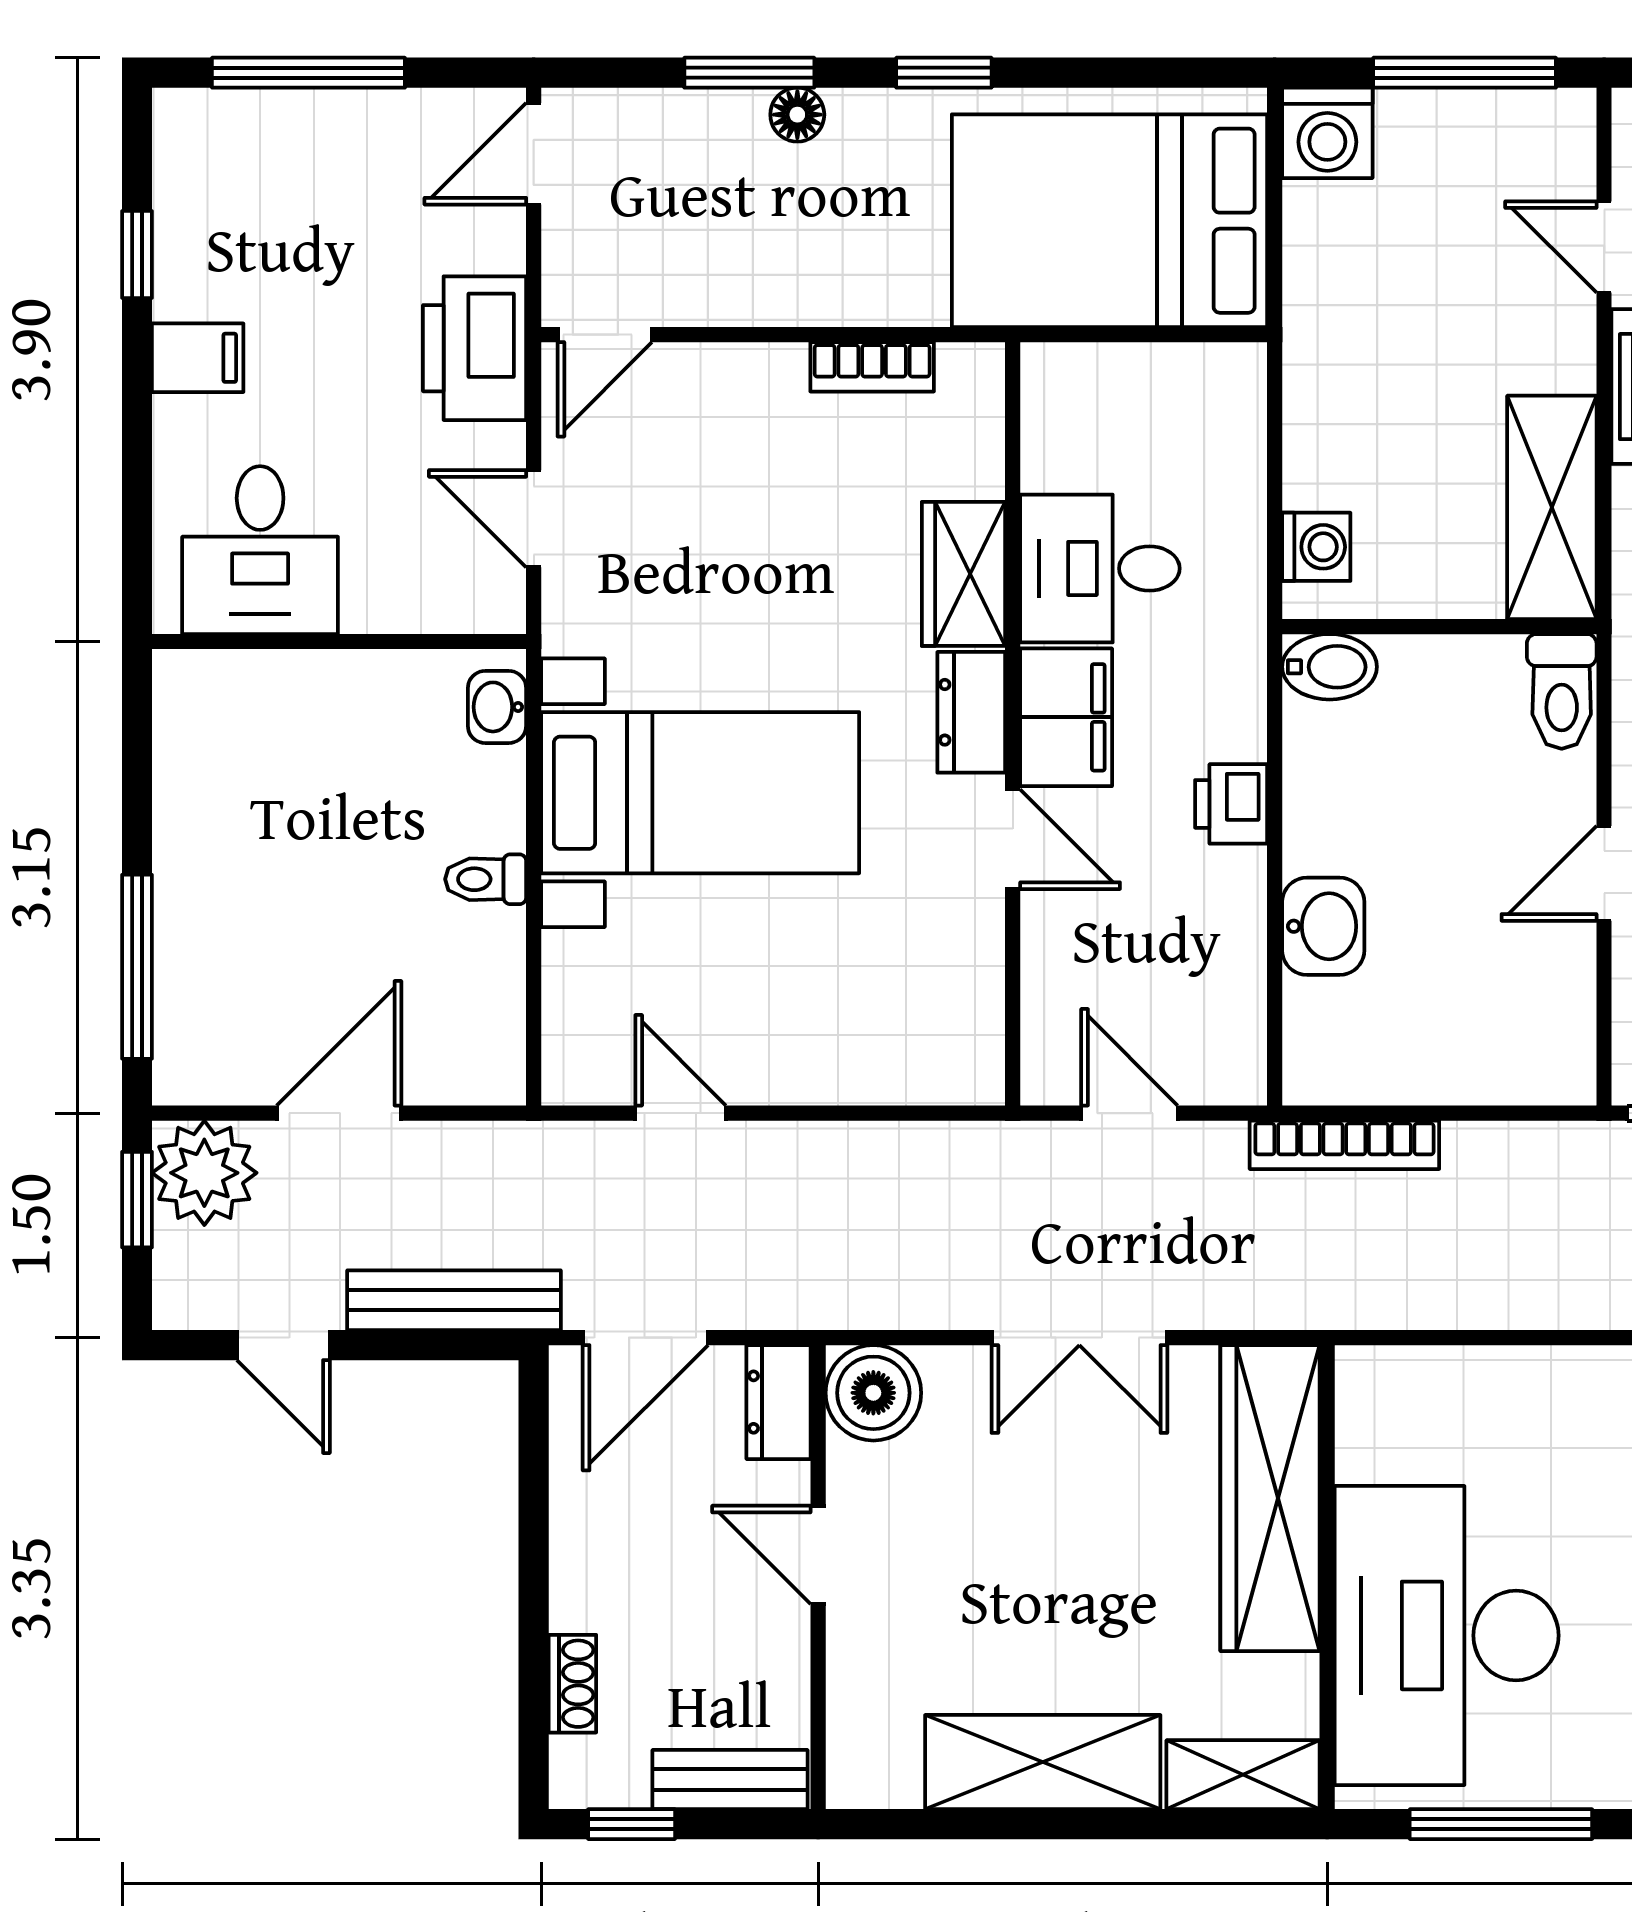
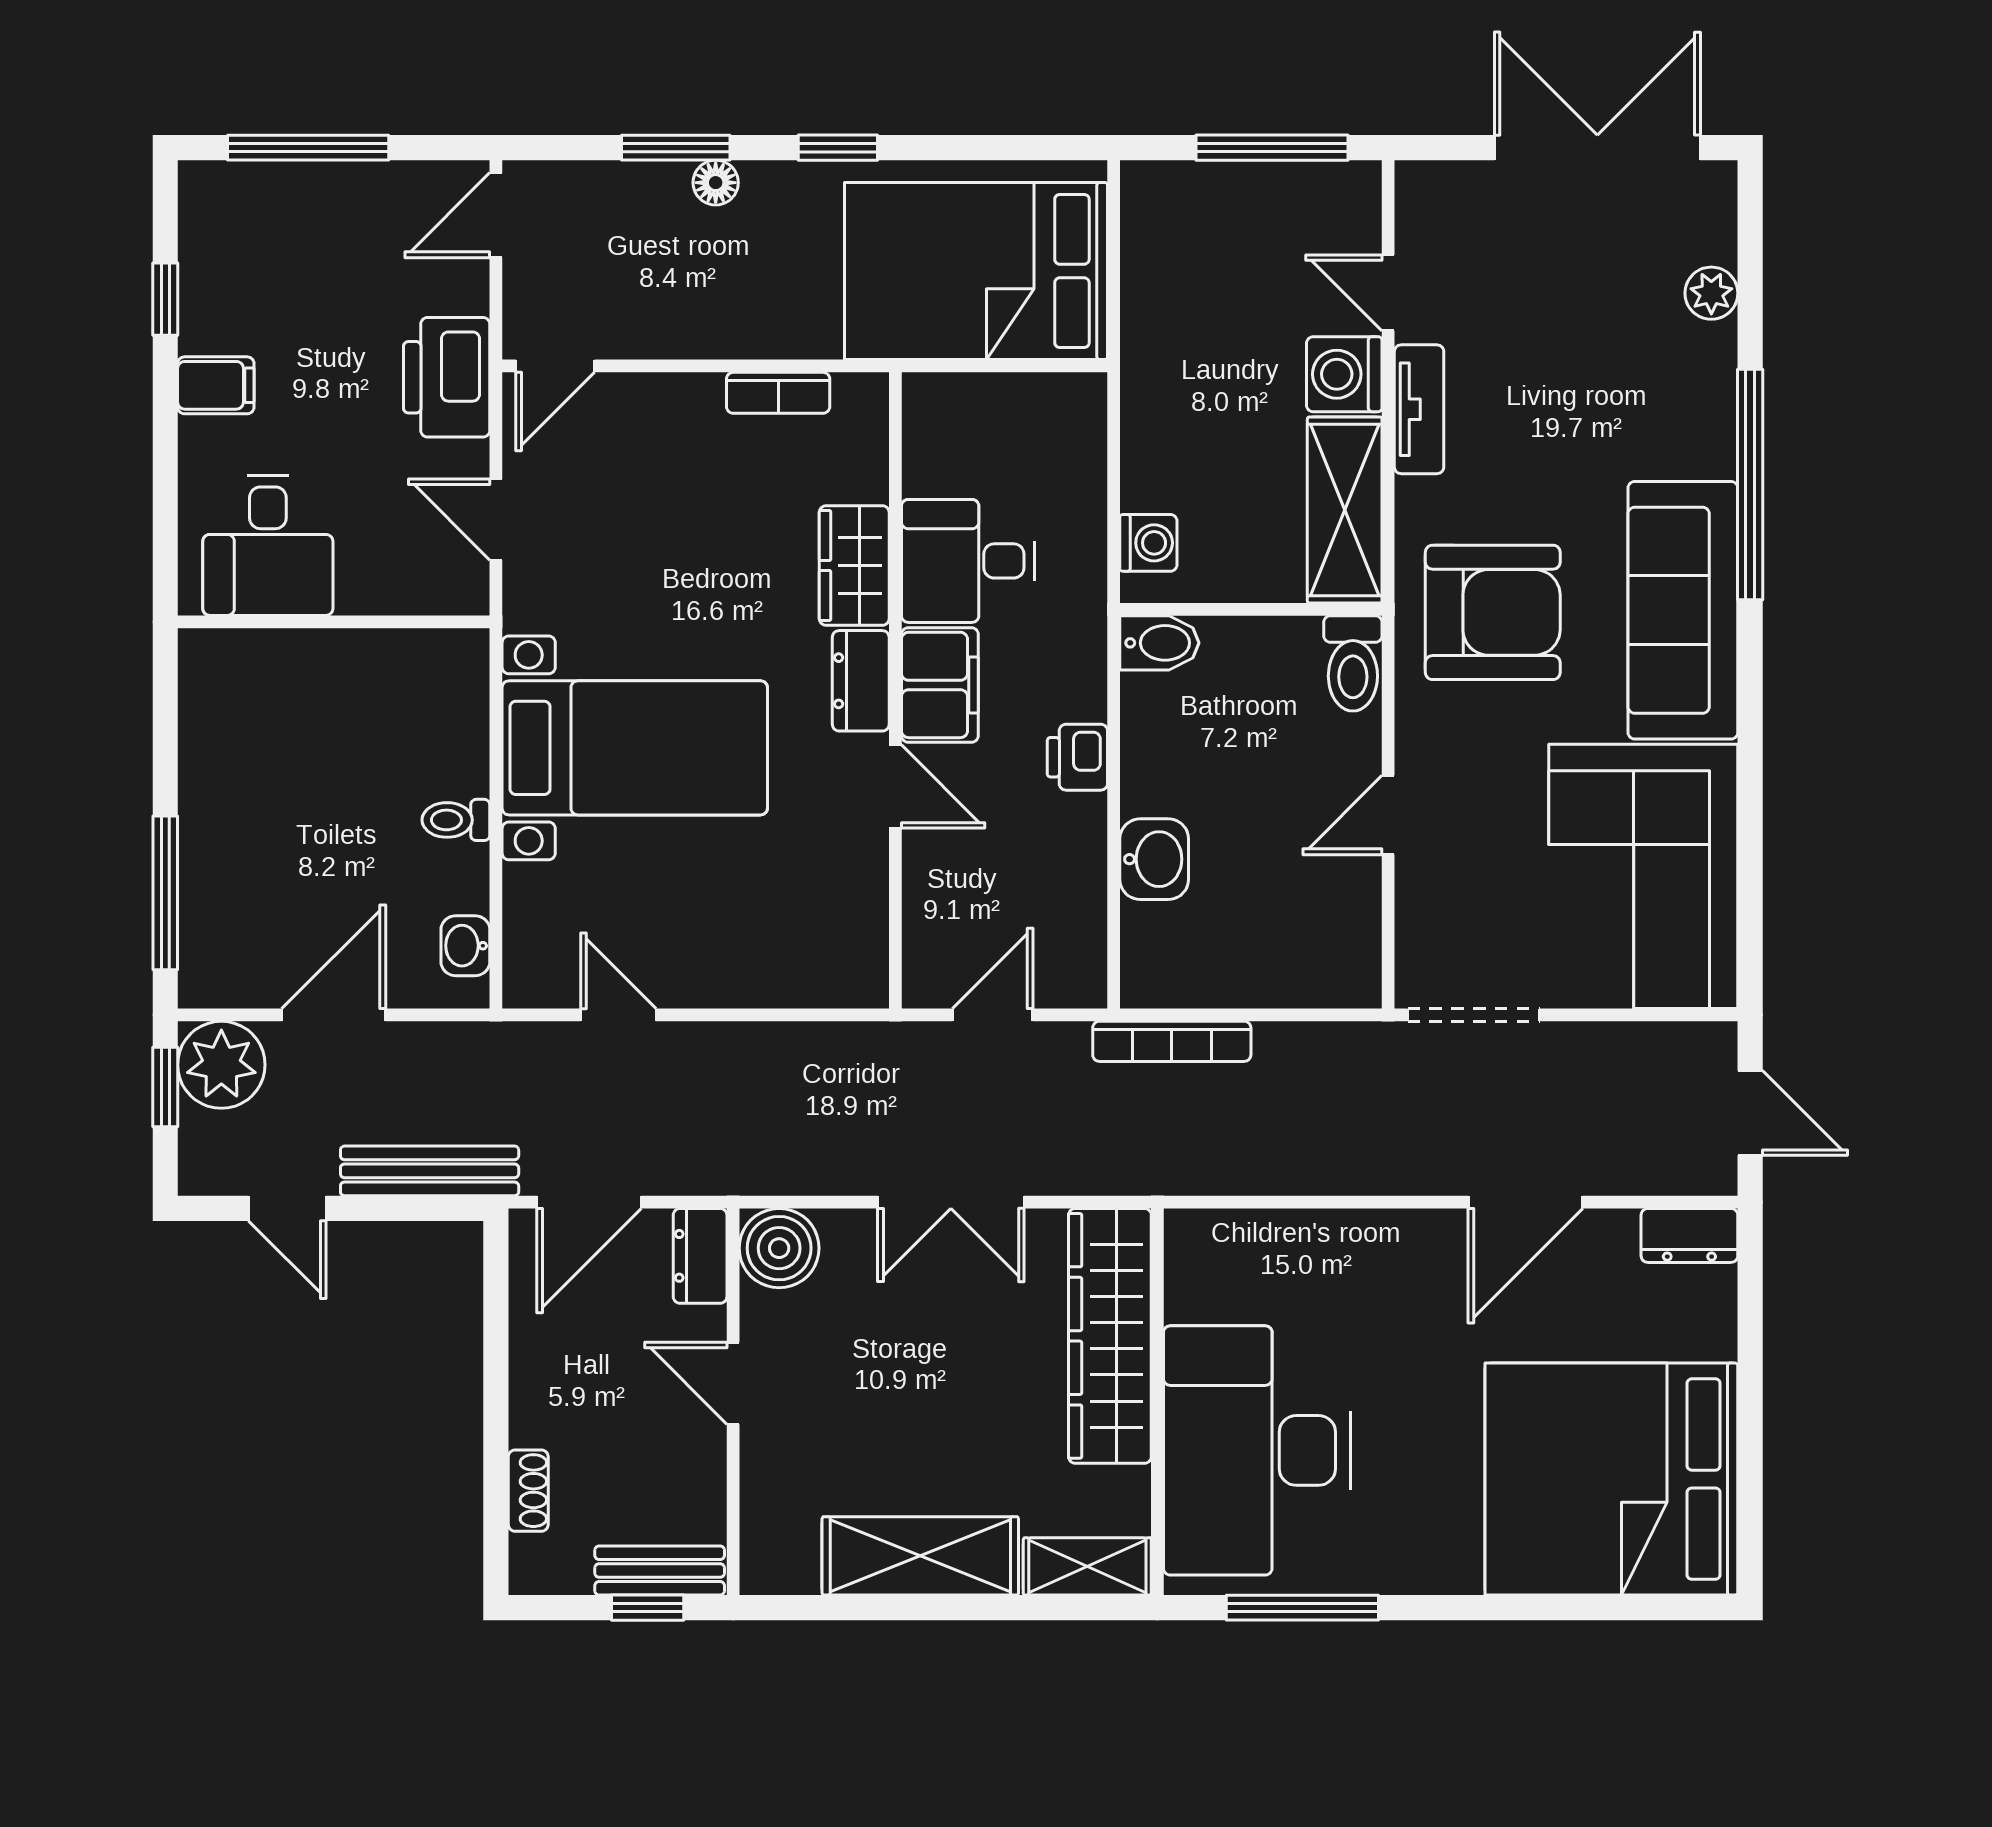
washing machine: (1327, 133) -> (1344, 374), moved, turned 90
washbasin: (497, 707) -> (465, 946), moved
door: (1129, 1113) -> (993, 1015), hinge flipped
window: (632, 1824) -> (648, 1608), moved

